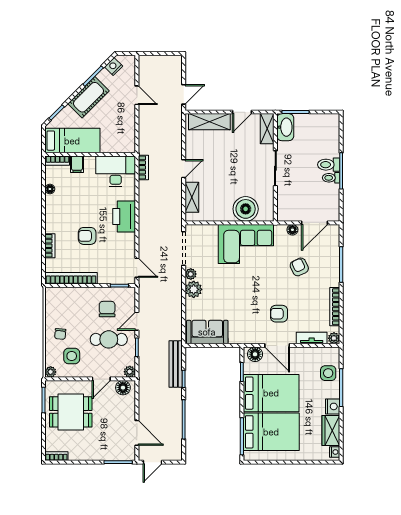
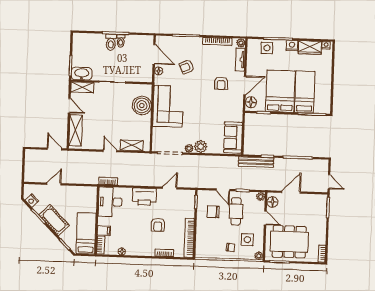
door: (137, 268) -> (170, 188), moved
dining table: (71, 412) -> (289, 242), width x1.38
bed: (271, 432) -> (305, 92), width x0.67
door: (137, 433) -> (291, 192), moved

